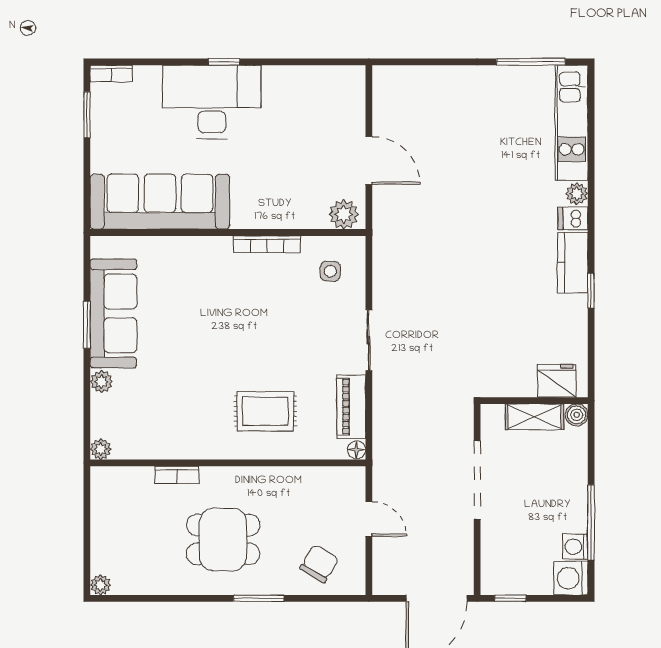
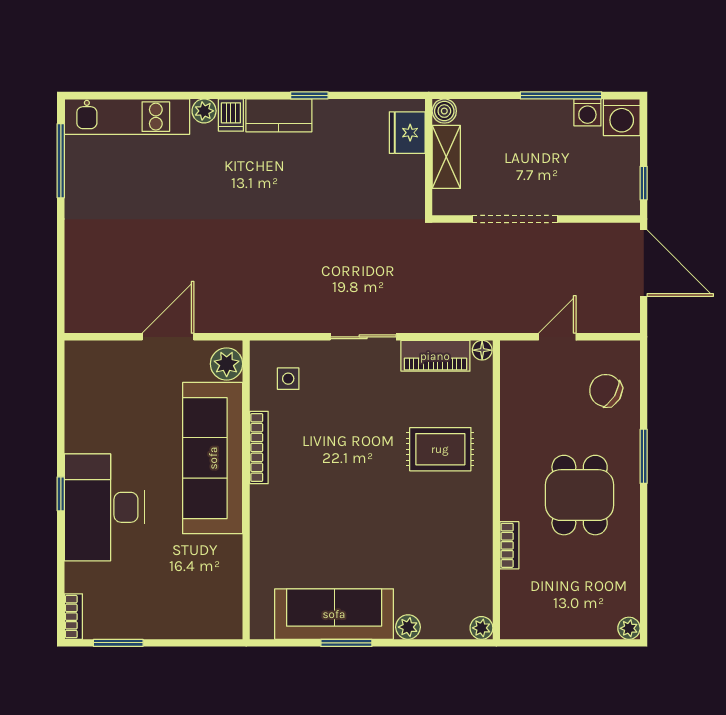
sofa: (160, 202) -> (213, 458), moved
rug: (265, 411) -> (440, 449), turned 90

